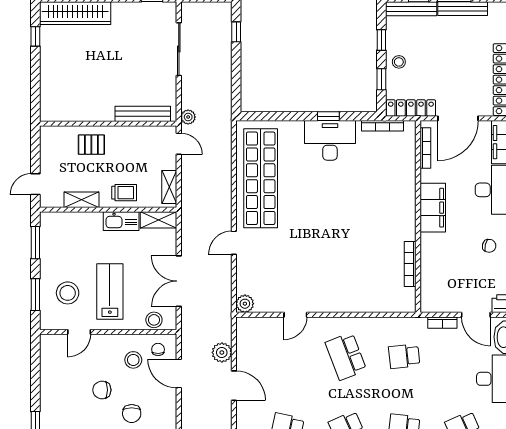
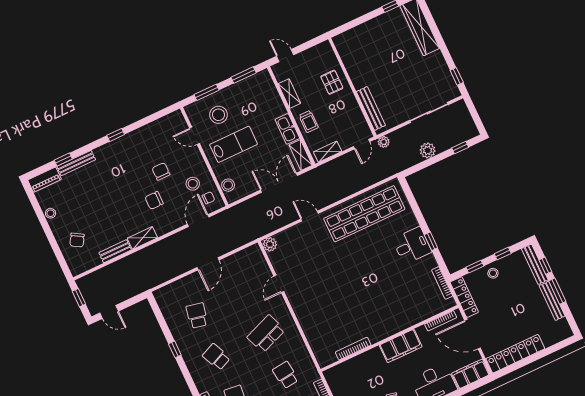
desk: (330, 140) -> (412, 246), width x0.73
double door: (179, 281) -> (279, 183), moved
door: (295, 315) -> (279, 284), hinge flipped
plant: (222, 352) -> (428, 150), moved

